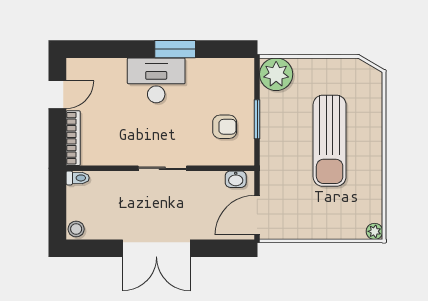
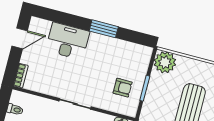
desk: (156, 80) -> (68, 41), moved
bookcase: (73, 138) -> (21, 76), width x0.64
toilet: (78, 178) -> (15, 110), moved

